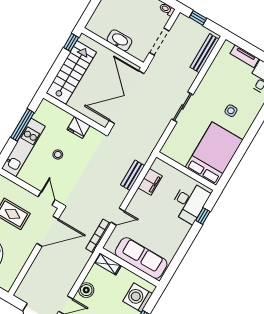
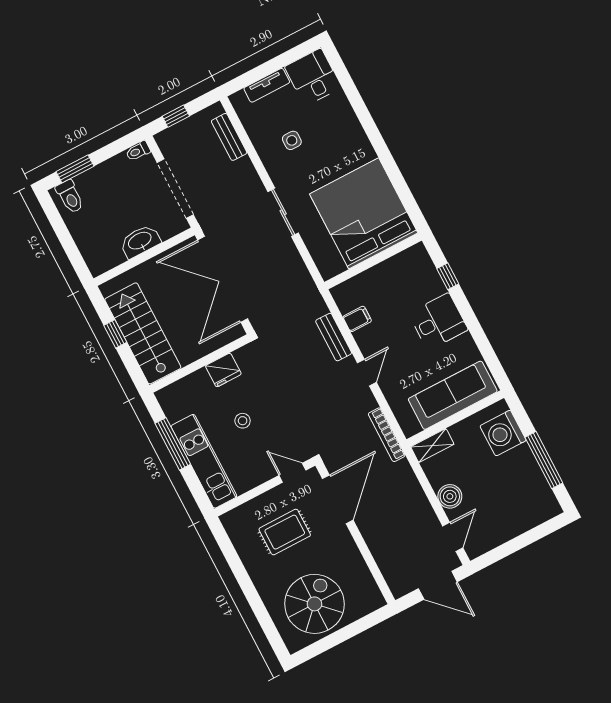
window: (71, 42) -> (115, 334), moved
doorway: (159, 42) -> (175, 189), width x1.36
bench: (205, 53) -> (229, 137), width x0.73
side table: (231, 111) -> (292, 140), moved
bed: (214, 154) -> (364, 213), width x1.36
filing cabinet: (150, 182) -> (357, 319), width x0.50
desk: (190, 202) -> (438, 322), moved, width x0.73
door: (118, 217) -> (367, 373), moved

